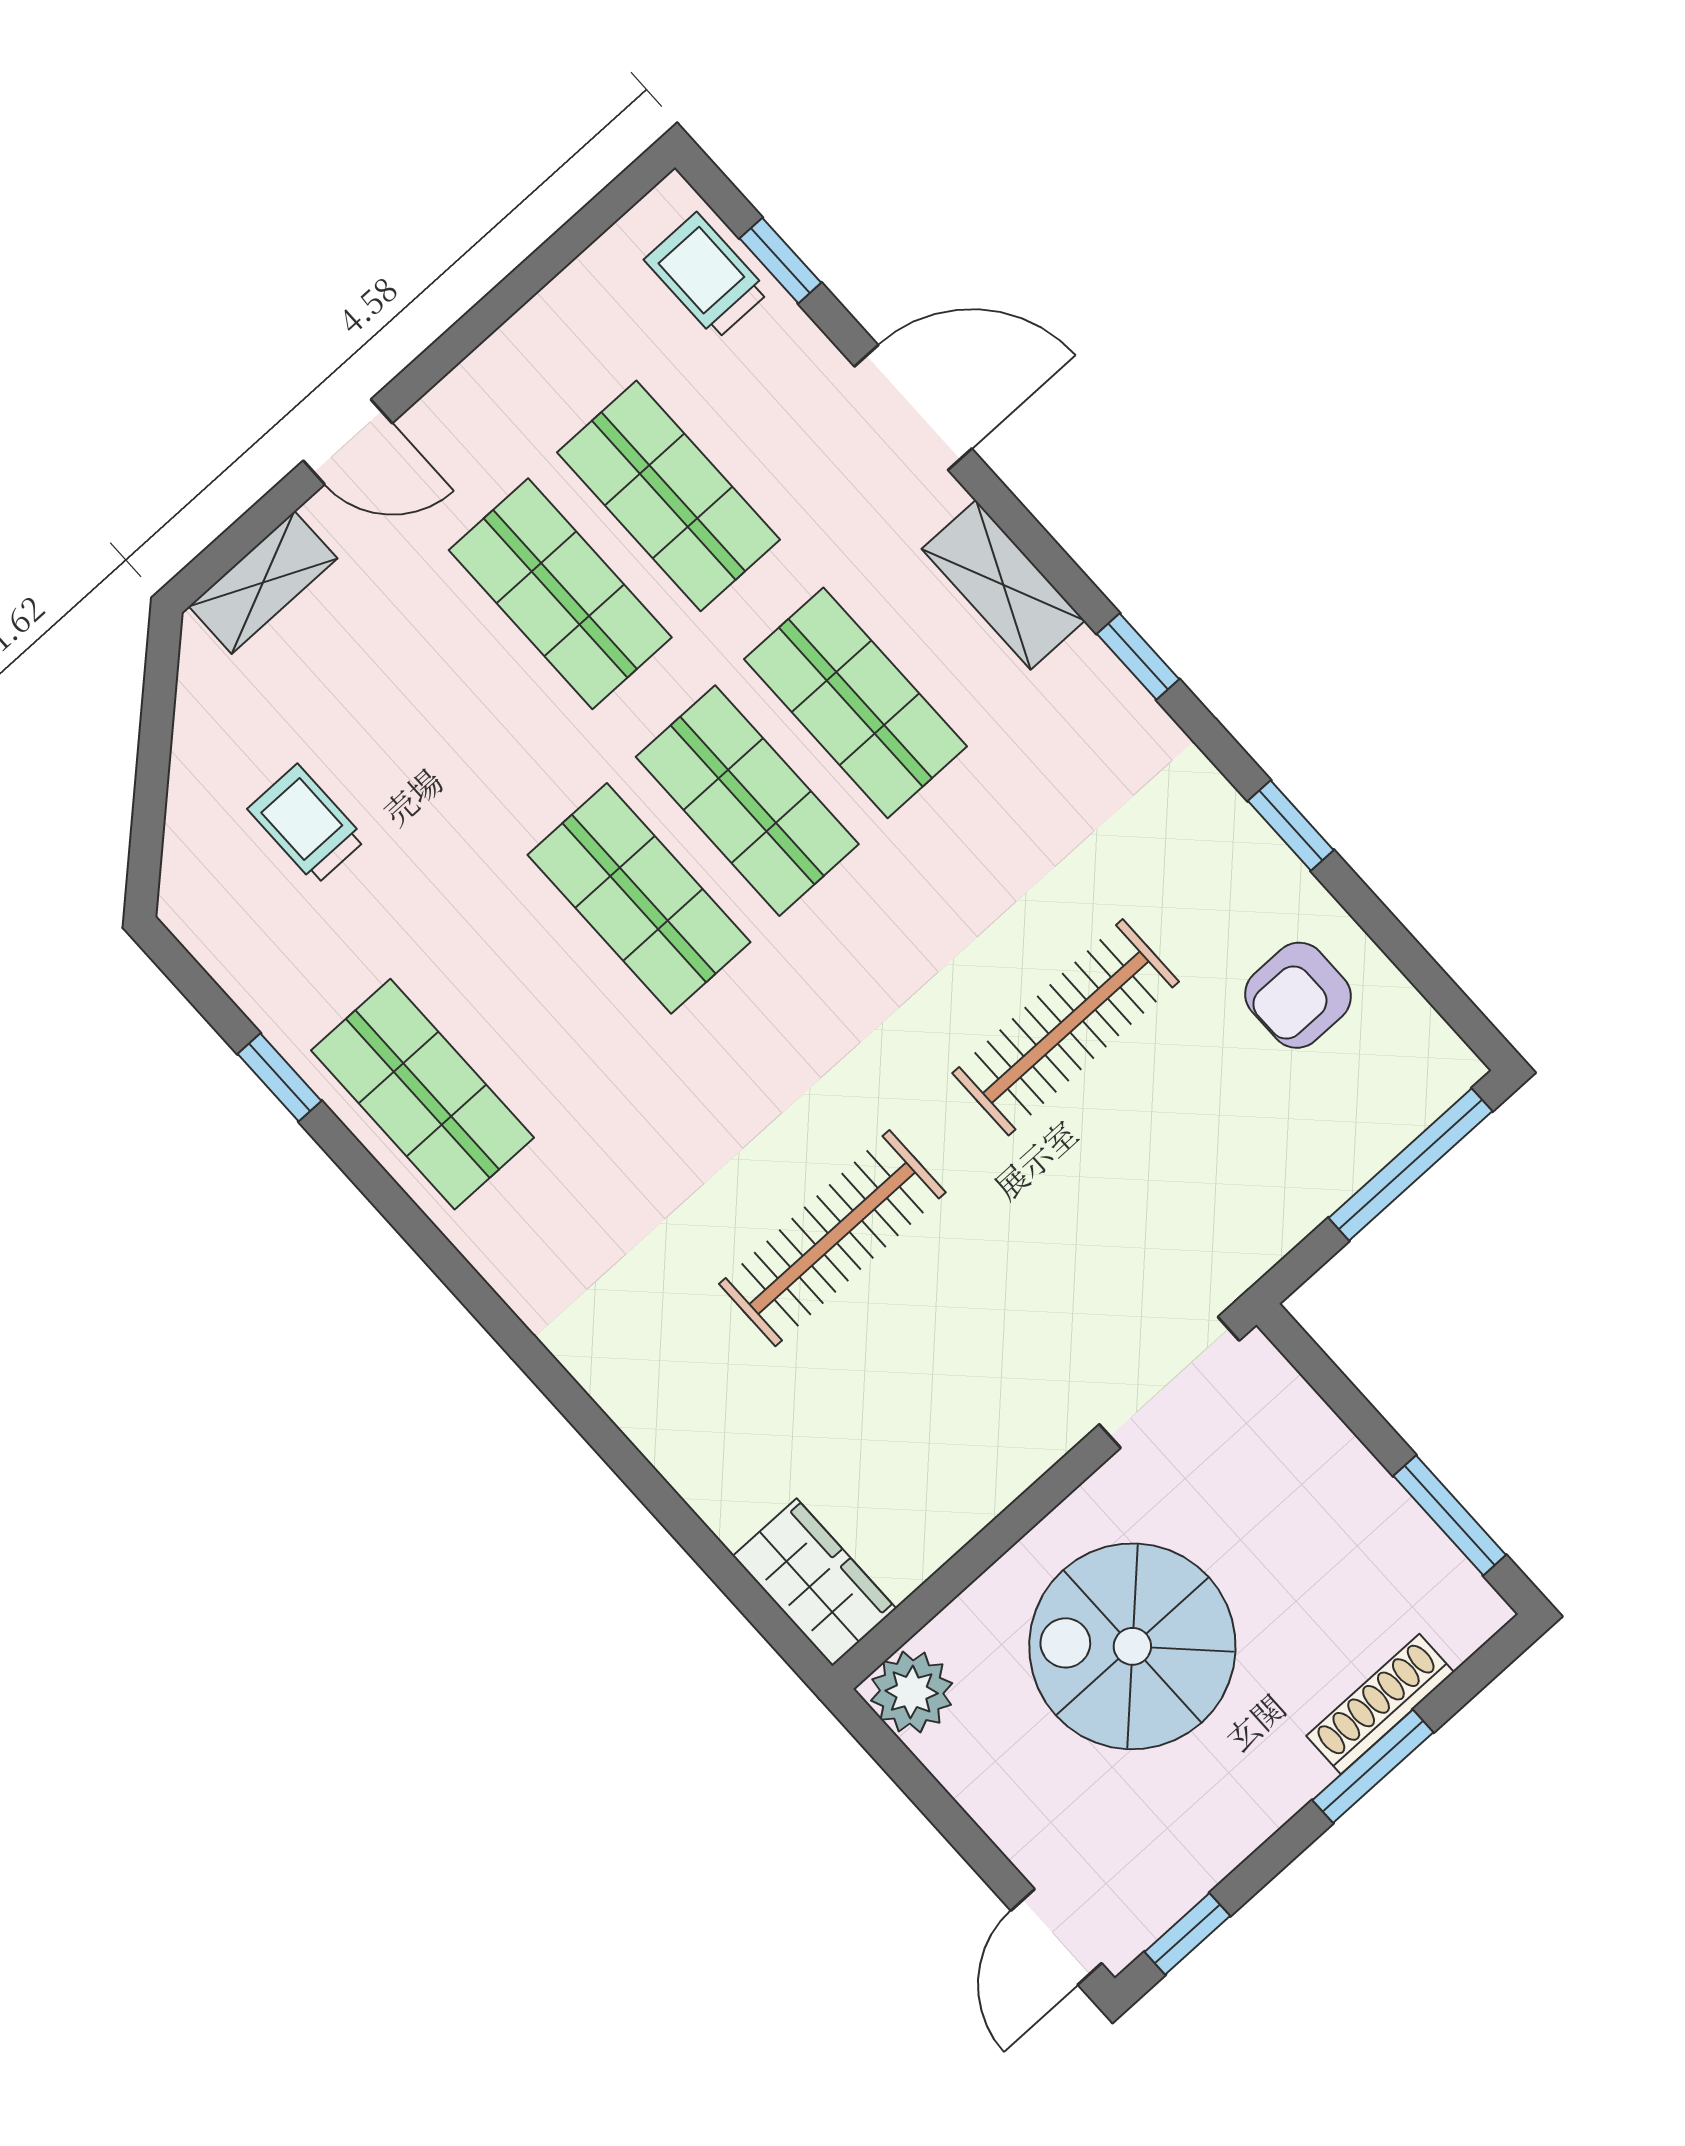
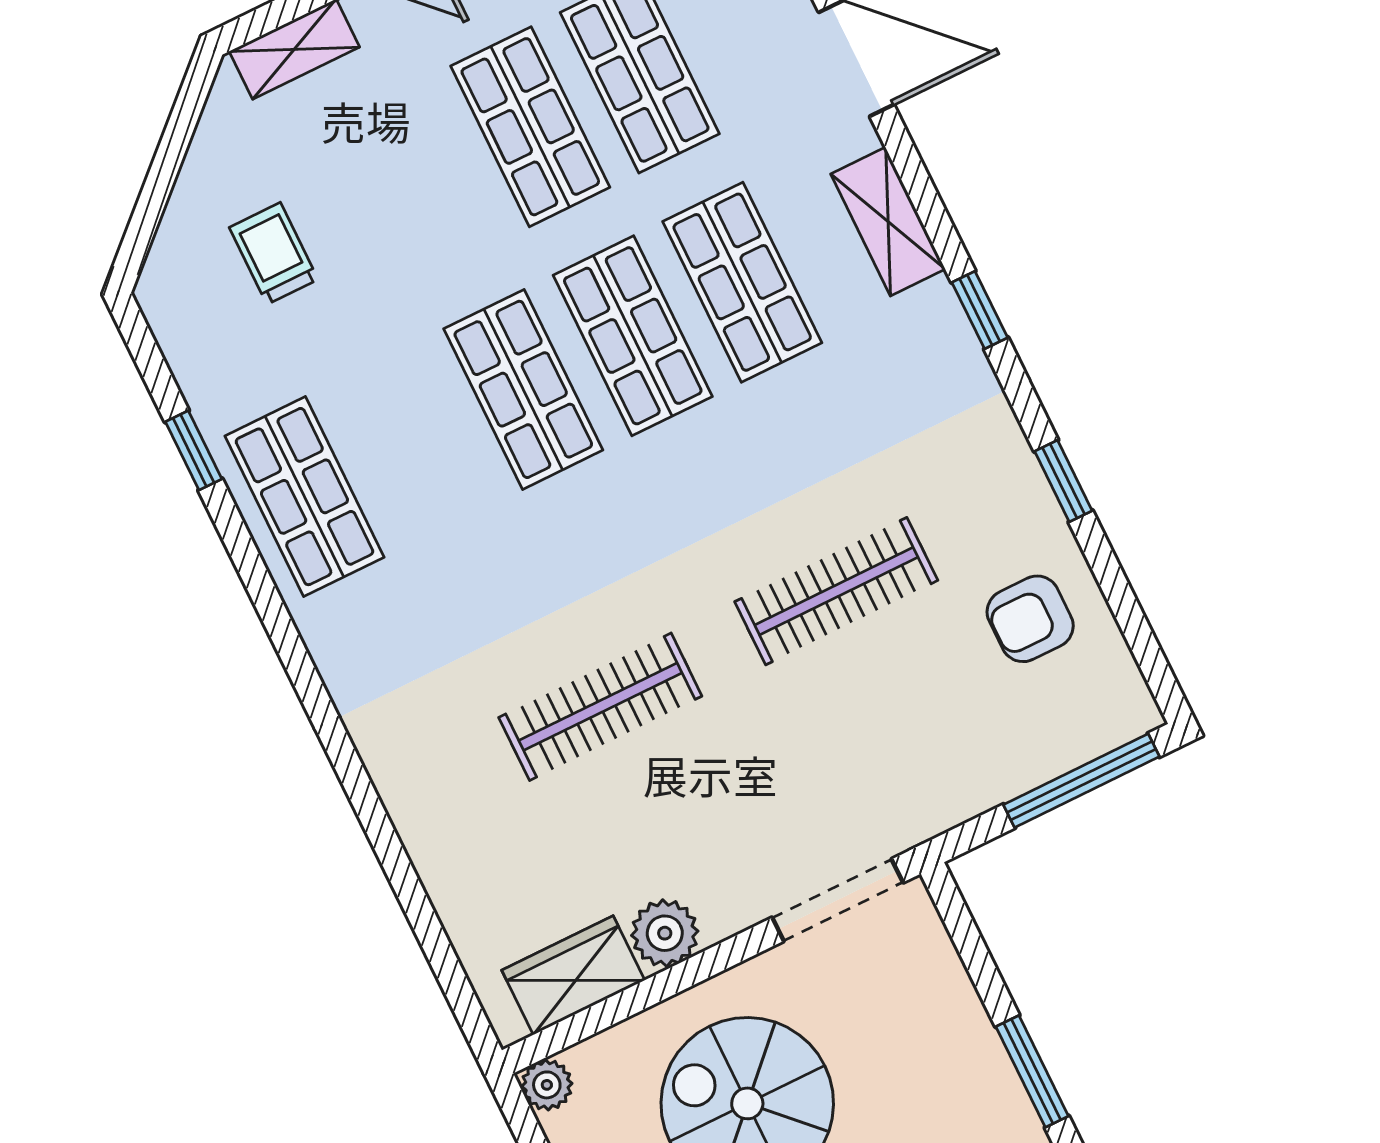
plant: (981, 1478) -> (665, 933), added
wardrobe: (814, 1582) -> (573, 975), moved, turned -90
plant: (912, 1692) -> (547, 1085), width x0.73, depth x0.73

